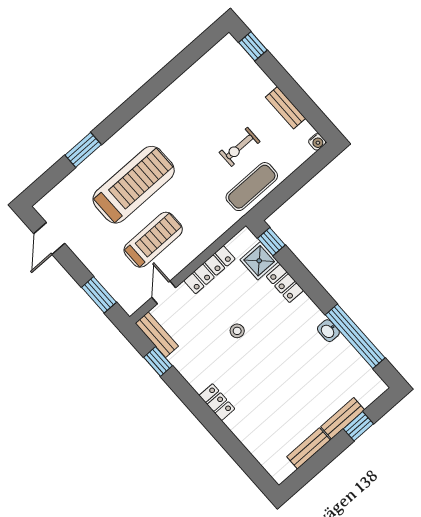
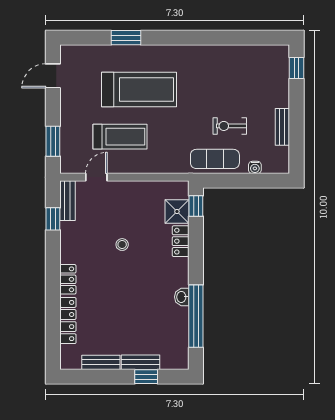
water cooler: (317, 142) -> (255, 167), moved
locker: (209, 270) -> (68, 321), moved, turned -90

